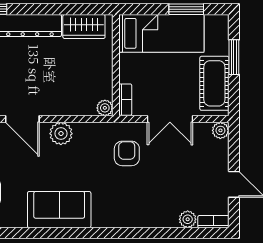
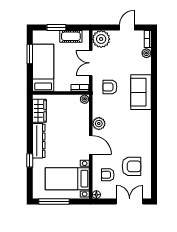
cot: (214, 83) -> (71, 36), width x0.73, depth x0.75
door: (22, 119) -> (91, 145), hinge flipped
double door: (170, 119) -> (91, 63), swing flipped
plant: (220, 130) -> (101, 39), width x1.87, depth x1.87
sofa: (59, 210) -> (141, 92), moved

